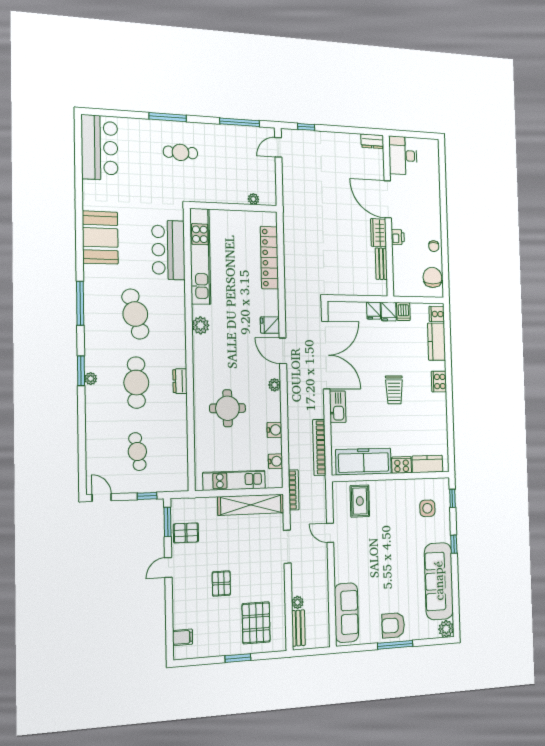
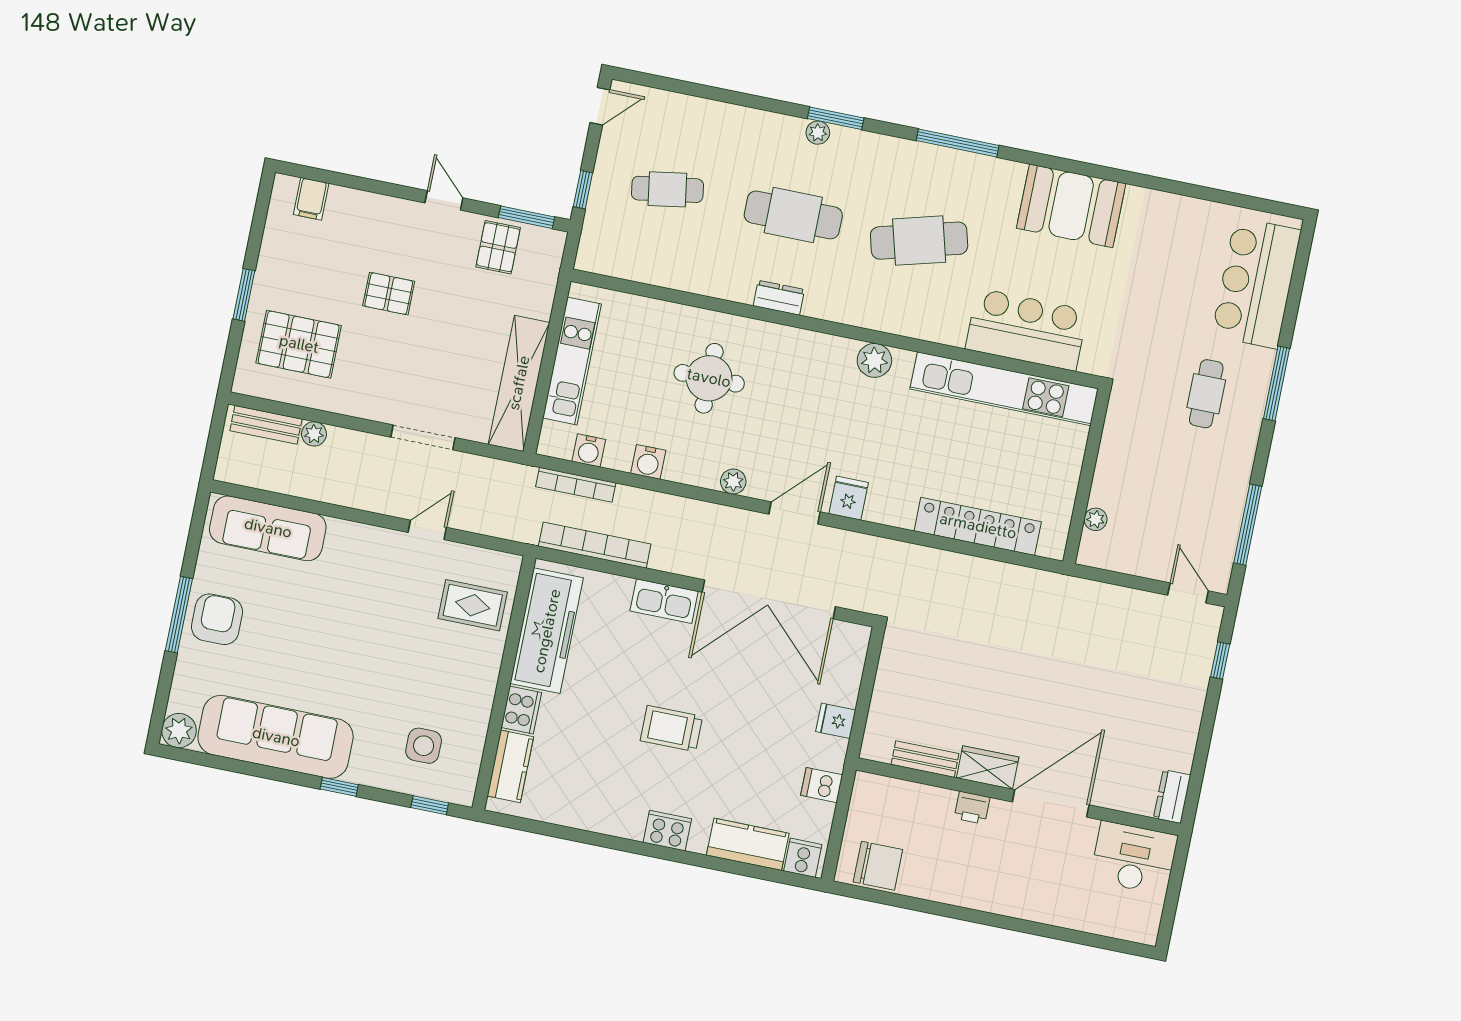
bar counter: (100, 148) -> (1256, 283), moved, turned 90
chair: (434, 246) -> (940, 884), removed
fridge: (389, 312) -> (828, 753), removed
bookcase: (294, 490) -> (576, 485), moved

